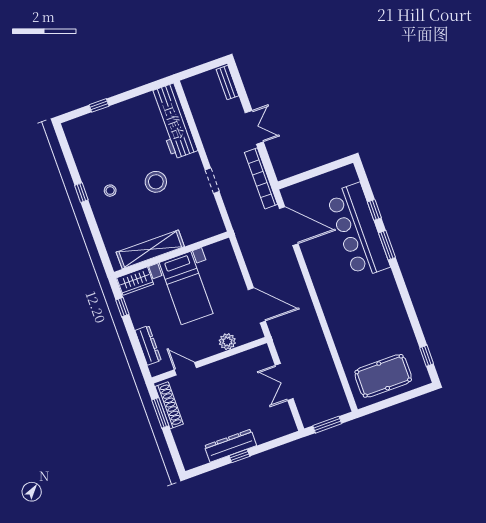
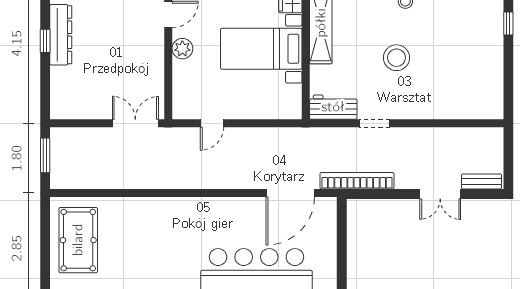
workbench: (174, 121) -> (333, 107), moved, width x0.53, depth x0.76
double door: (254, 127) -> (440, 194), moved
door: (257, 305) -> (212, 123), width x0.53
plant: (227, 342) -> (182, 49), moved
double door: (284, 382) -> (135, 123), moved

